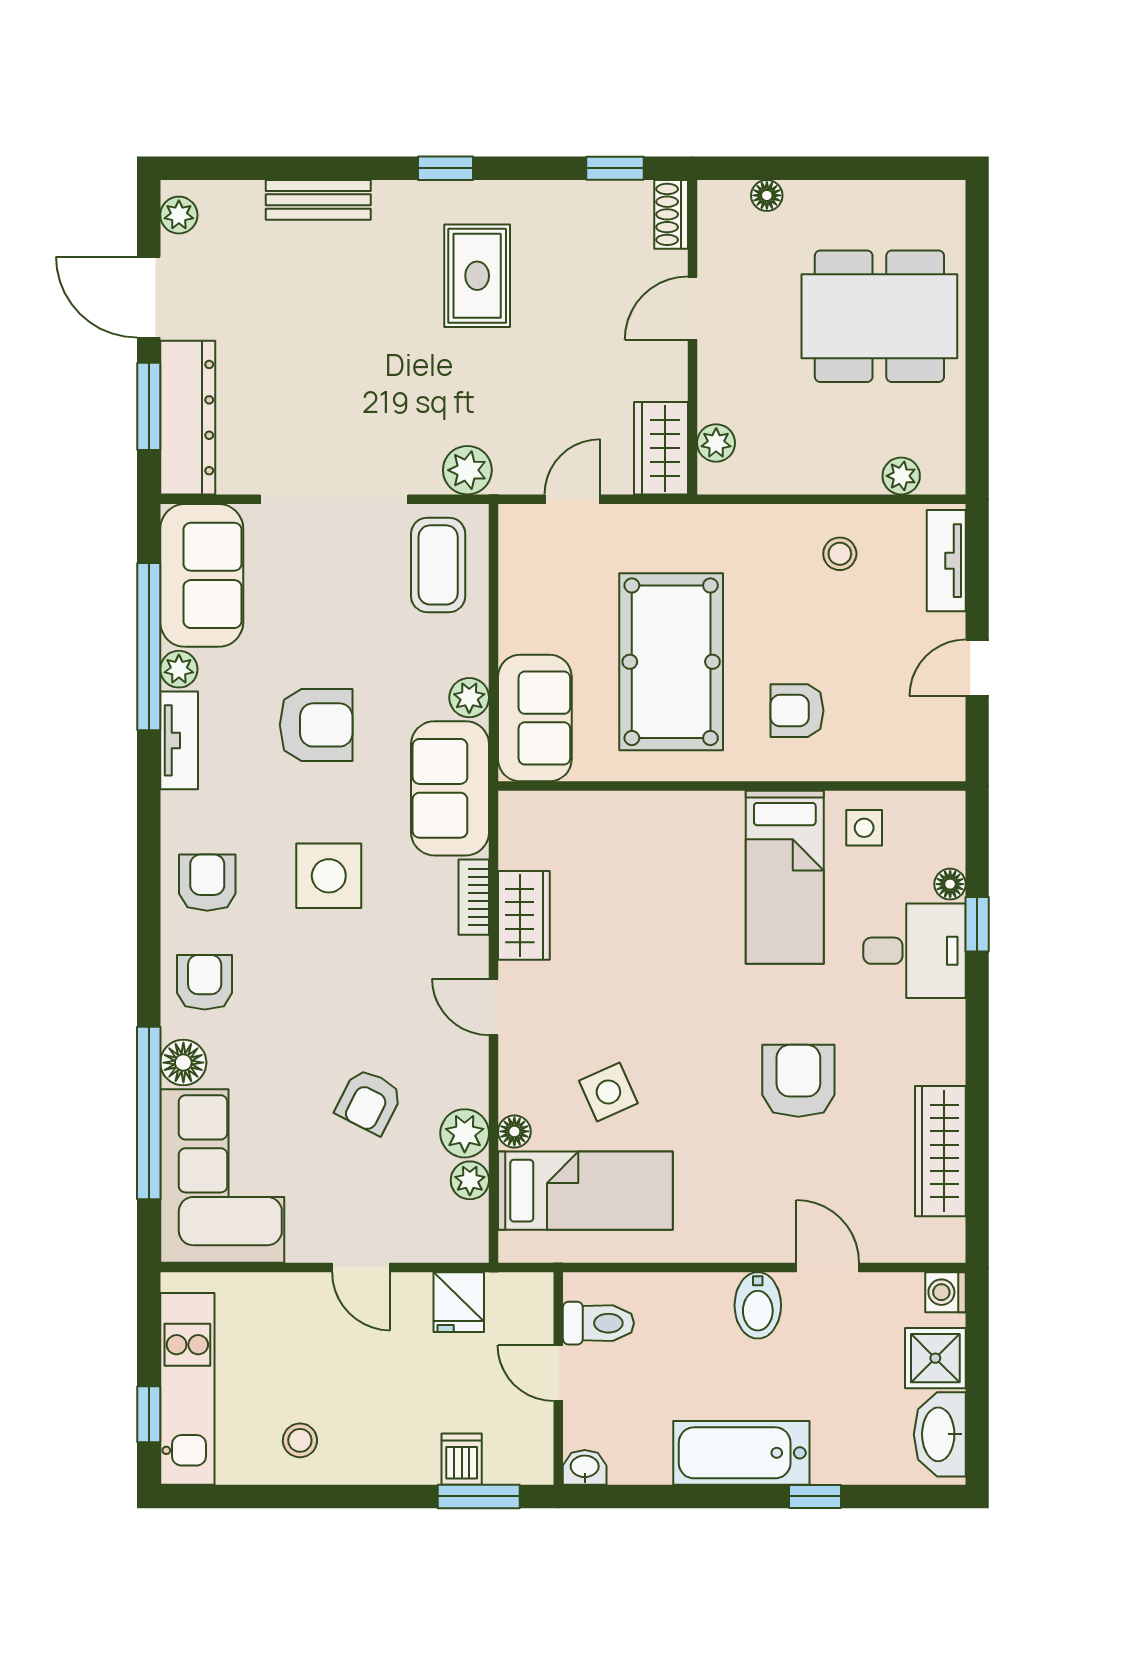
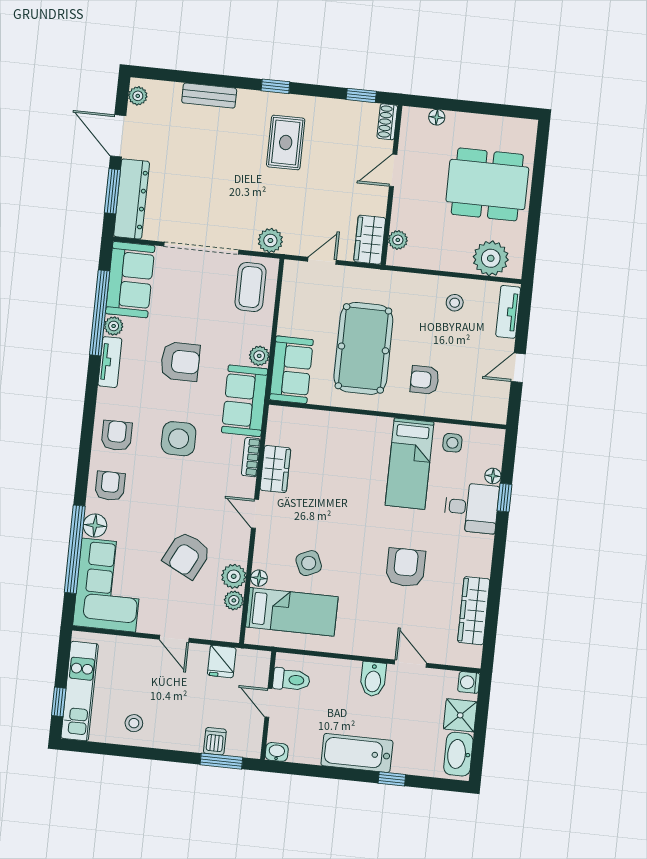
plant: (901, 476) -> (491, 258), width x1.87, depth x1.87
armchair: (369, 1101) -> (187, 555), width x1.38, depth x1.38

